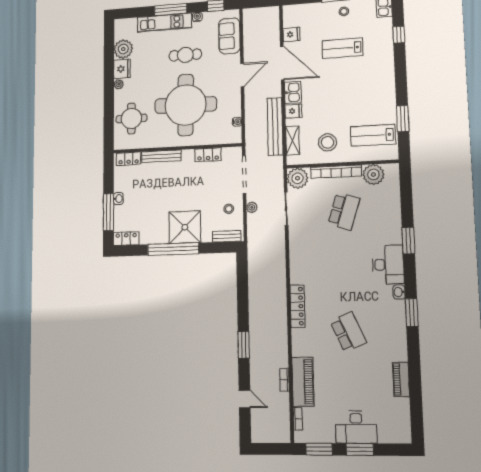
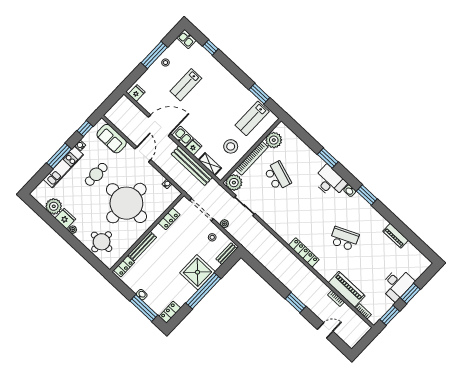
fridge: (291, 35) -> (137, 93), moved

